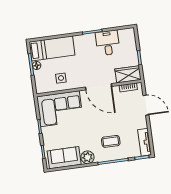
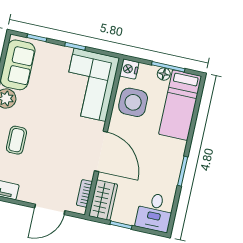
desk: (108, 43) -> (155, 212), moved, turned 90
side table: (61, 78) -> (133, 102), width x1.87, depth x1.87
door: (99, 87) -> (101, 151), swing flipped
nightstand: (41, 88) -> (129, 69), added

